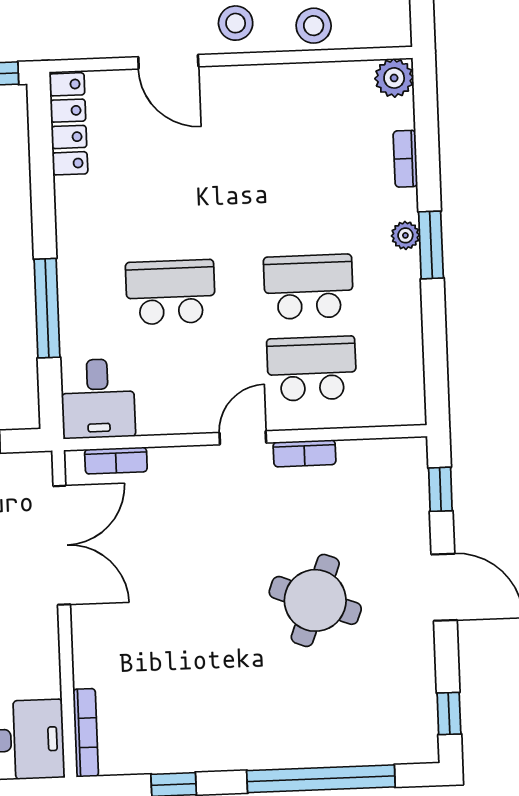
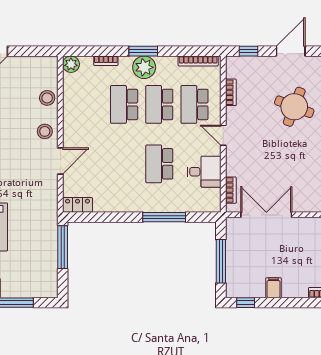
locker: (68, 124) -> (77, 205), width x0.66
school desk: (305, 205) -> (124, 104), added
plant: (405, 235) -> (144, 67), width x1.88, depth x1.88
bookcase: (413, 373) -> (198, 61), added
desk: (98, 399) -> (204, 172), moved
bookcase: (305, 453) -> (231, 92), moved

